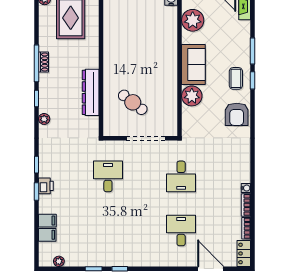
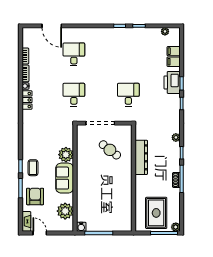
armchair: (237, 114) -> (35, 196), moved
desk: (108, 176) -> (128, 95), turned 180
printer: (46, 186) -> (172, 82), width x1.87, depth x1.48
desk: (181, 230) -> (74, 54), turned 180
locker: (244, 253) -> (27, 100), moved

